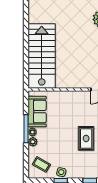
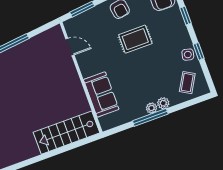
stairs: (42, 56) -> (67, 133), width x0.73, depth x0.66
sofa: (37, 112) -> (101, 94), moved, turned 90

